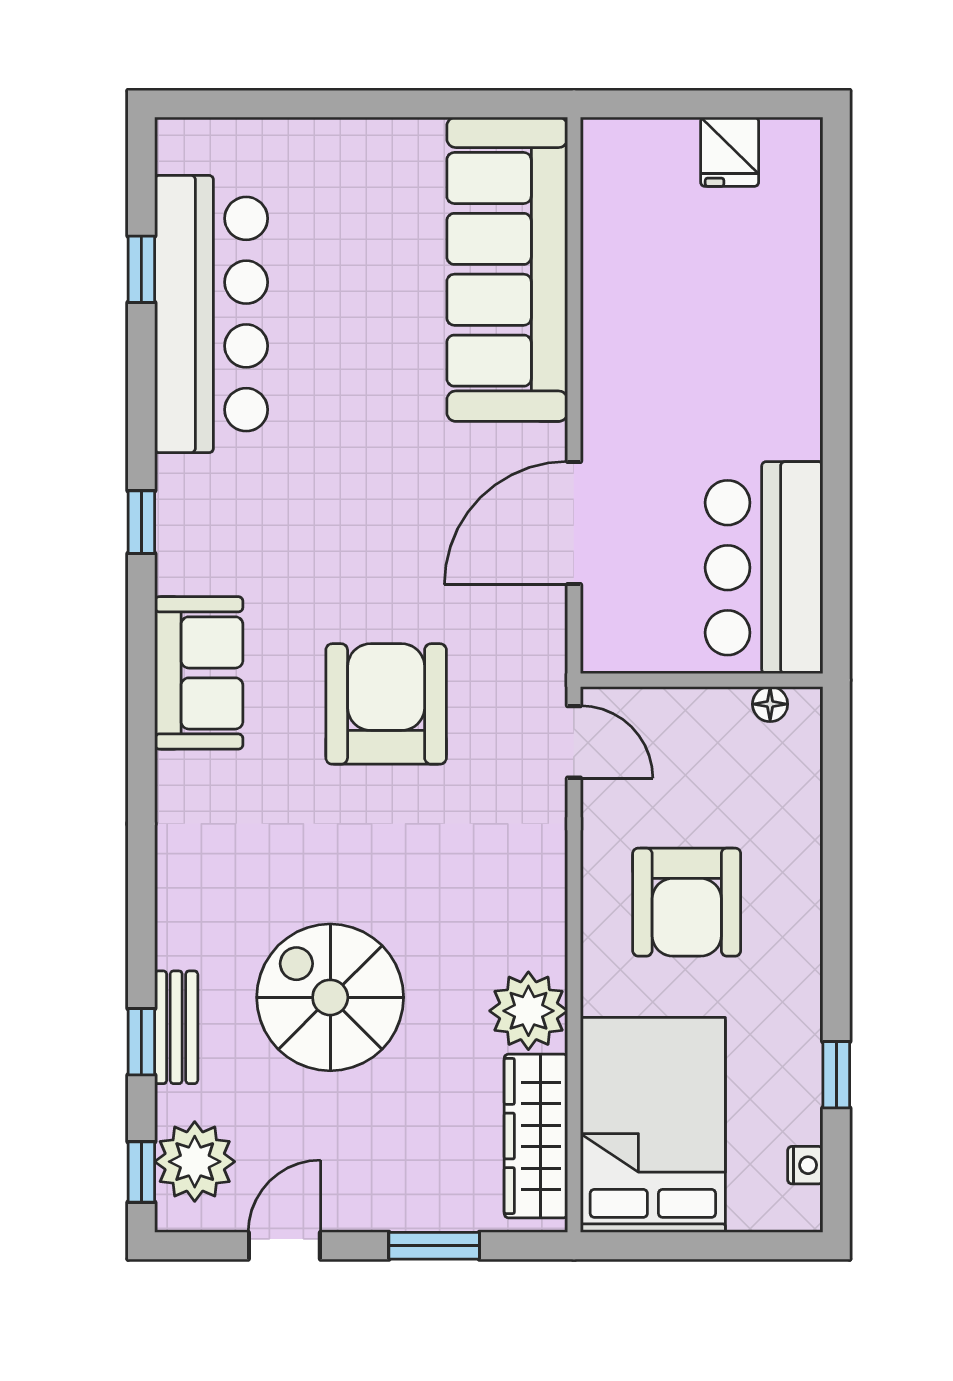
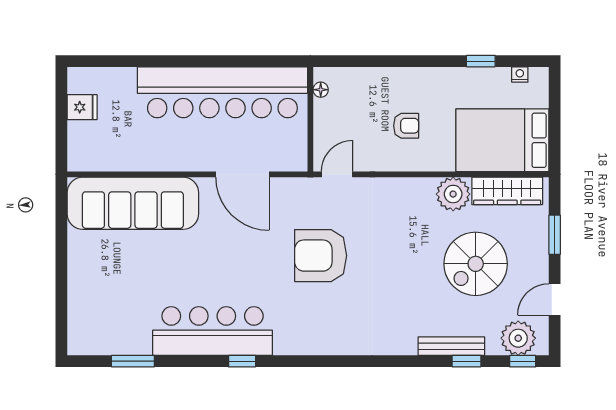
window: (141, 269) -> (133, 361), width x1.50
bar counter: (211, 314) -> (213, 331), moved
bar counter: (764, 568) -> (222, 92), width x1.86
sofa: (199, 673) -> (307, 336), removed
armchair: (687, 902) -> (406, 126), width x0.53, depth x0.53
spiral stairs: (330, 997) -> (476, 264), moved
bench: (176, 1027) -> (451, 346), width x1.36
door: (284, 1246) -> (555, 299), hinge flipped

